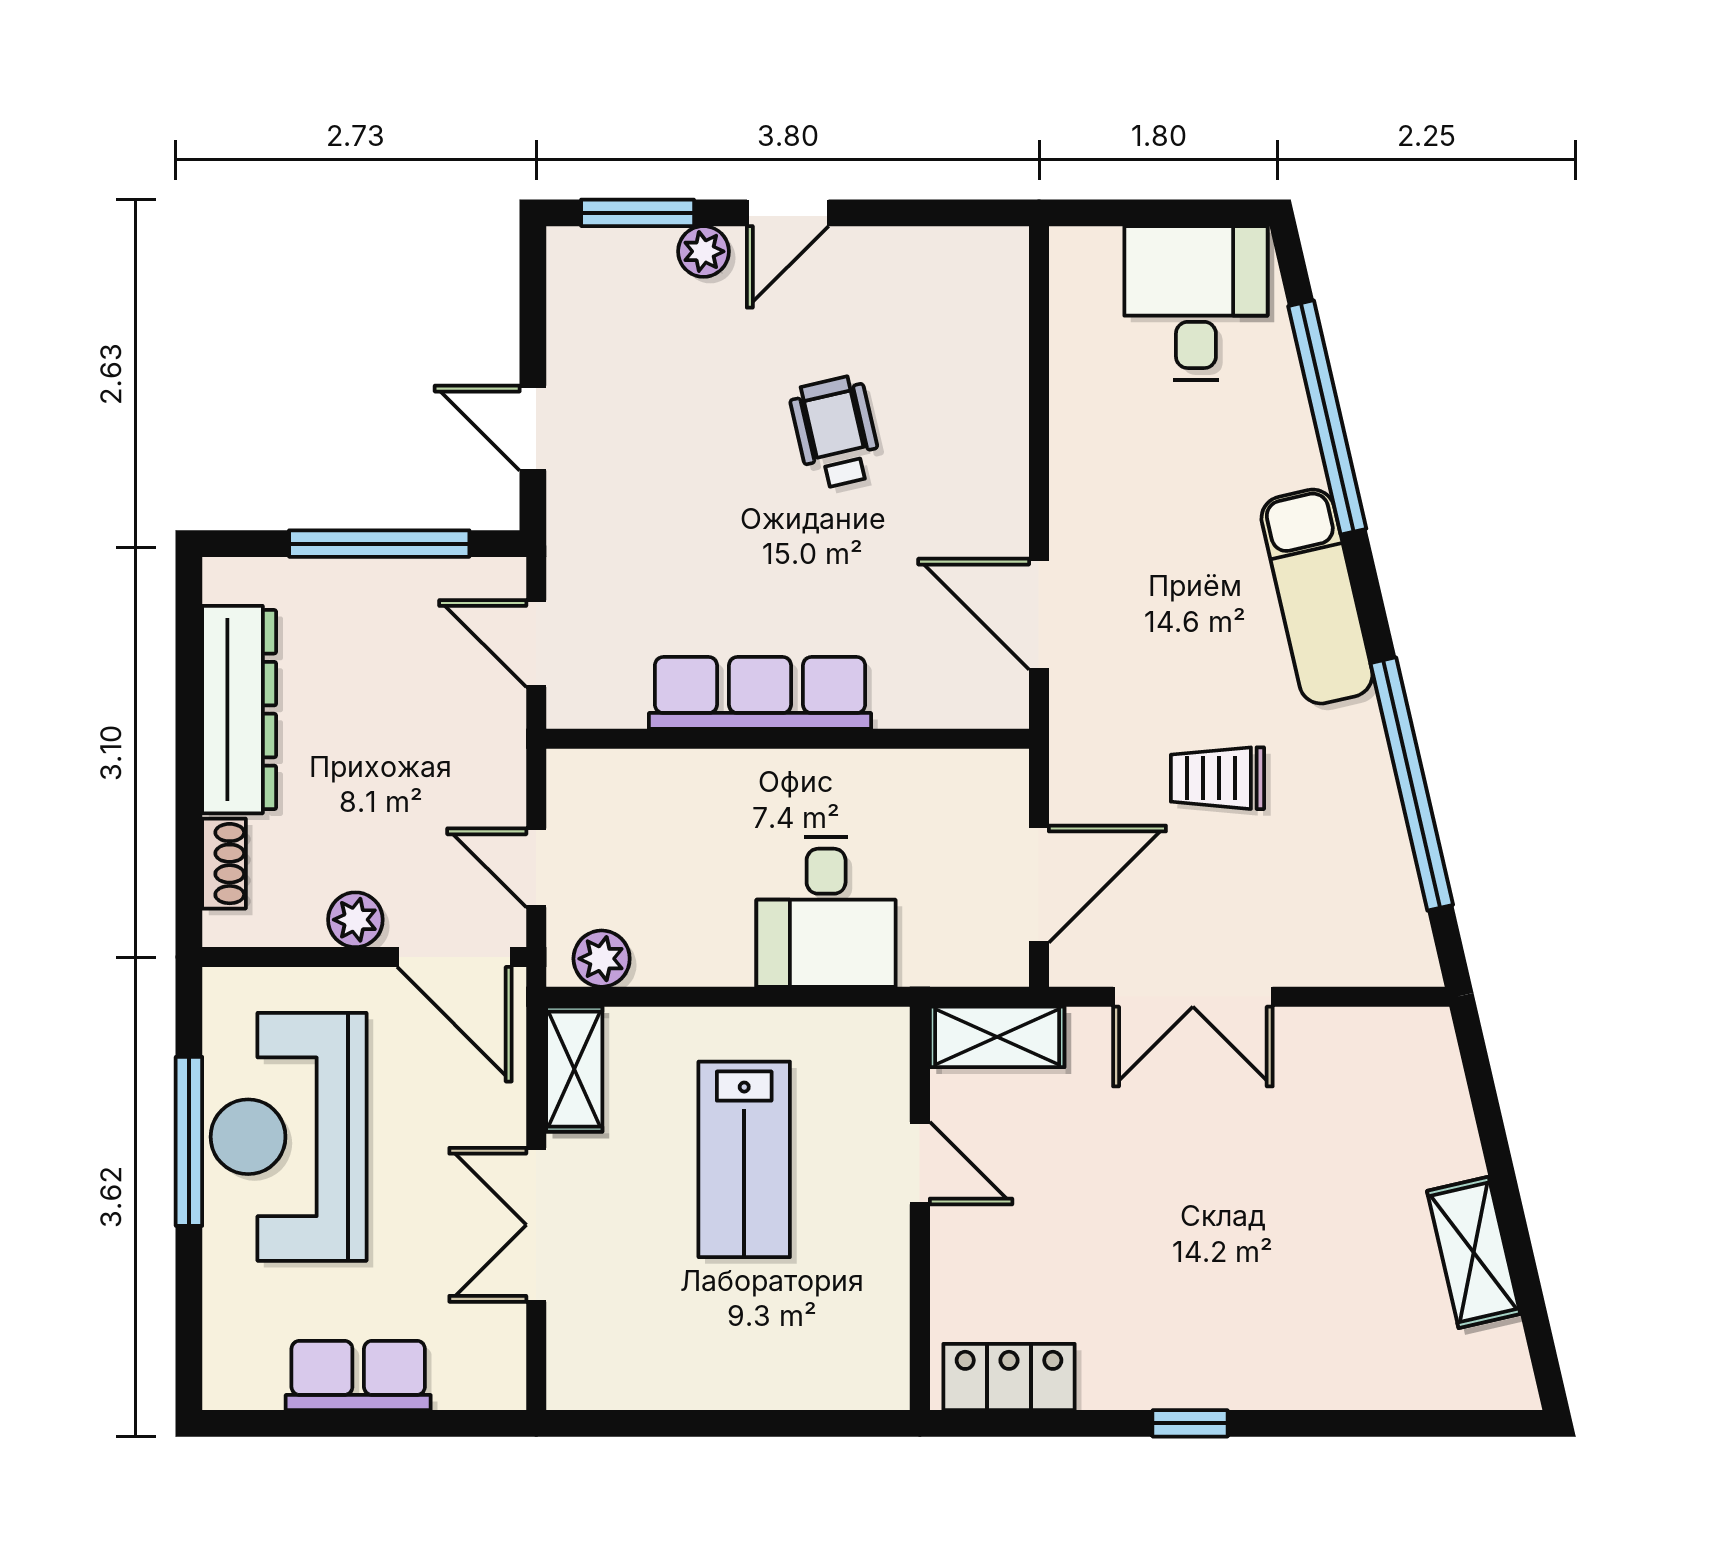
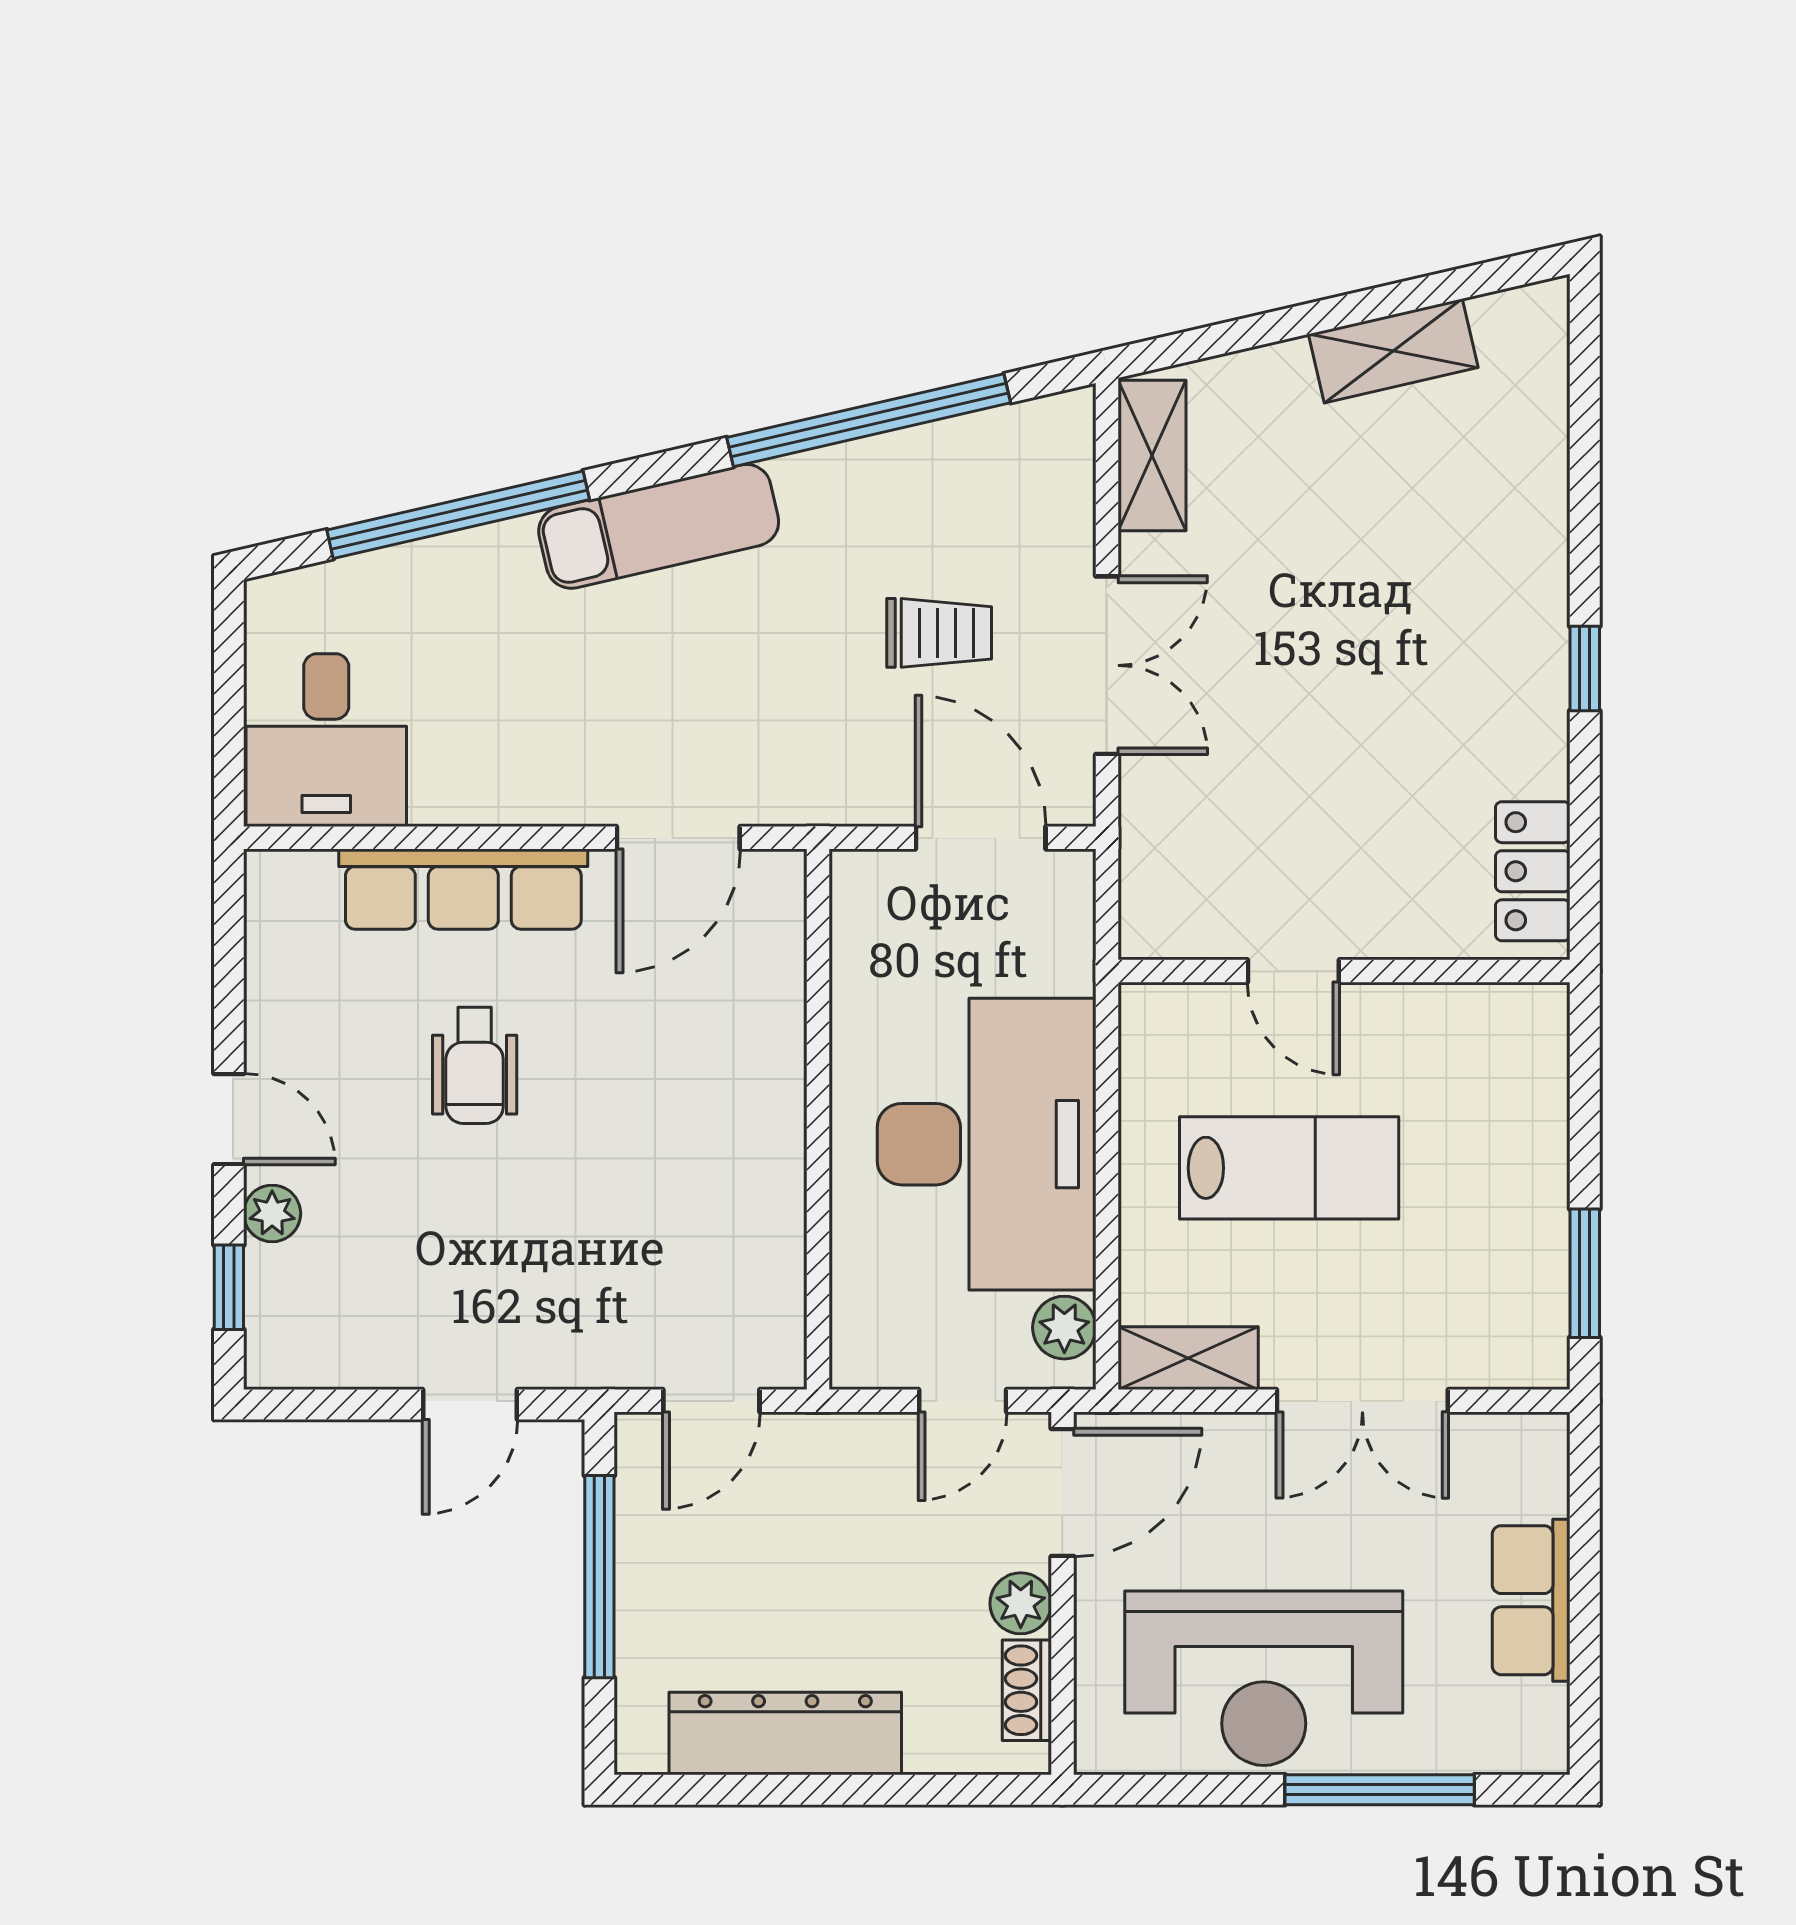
window: (638, 213) -> (229, 1287), width x0.67
desk: (1196, 303) -> (326, 740), moved, turned -90
wheelchair: (836, 432) -> (475, 1065), turned -77
row of seats: (760, 693) -> (463, 889), moved, turned -90
trolley: (1217, 778) -> (939, 633), moved, turned -90
shoe rack: (224, 864) -> (1027, 1690), moved, turned -90
desk: (826, 912) -> (987, 1144), width x1.87, depth x1.30
shelving: (997, 1037) -> (1152, 456), moved
window: (189, 1141) -> (1380, 1790), moved
door: (920, 1163) -> (1293, 971), swing flipped
window: (650, 1423) -> (1585, 1273), added

